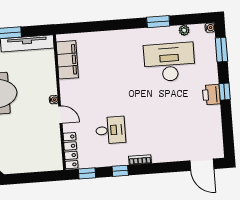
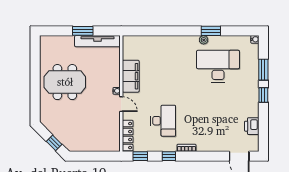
plant: (184, 30) -> (204, 40), moved
window: (221, 50) -> (263, 70), moved
filing cabinet: (67, 60) -> (131, 76), moved
printer: (211, 95) -> (252, 126), moved
desk: (111, 130) -> (163, 121), width x1.37

